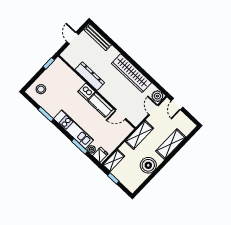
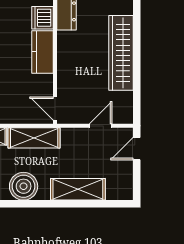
plant: (157, 96) -> (123, 114), removed
door: (121, 114) -> (55, 109), moved
shelving: (139, 135) -> (34, 138), moved

